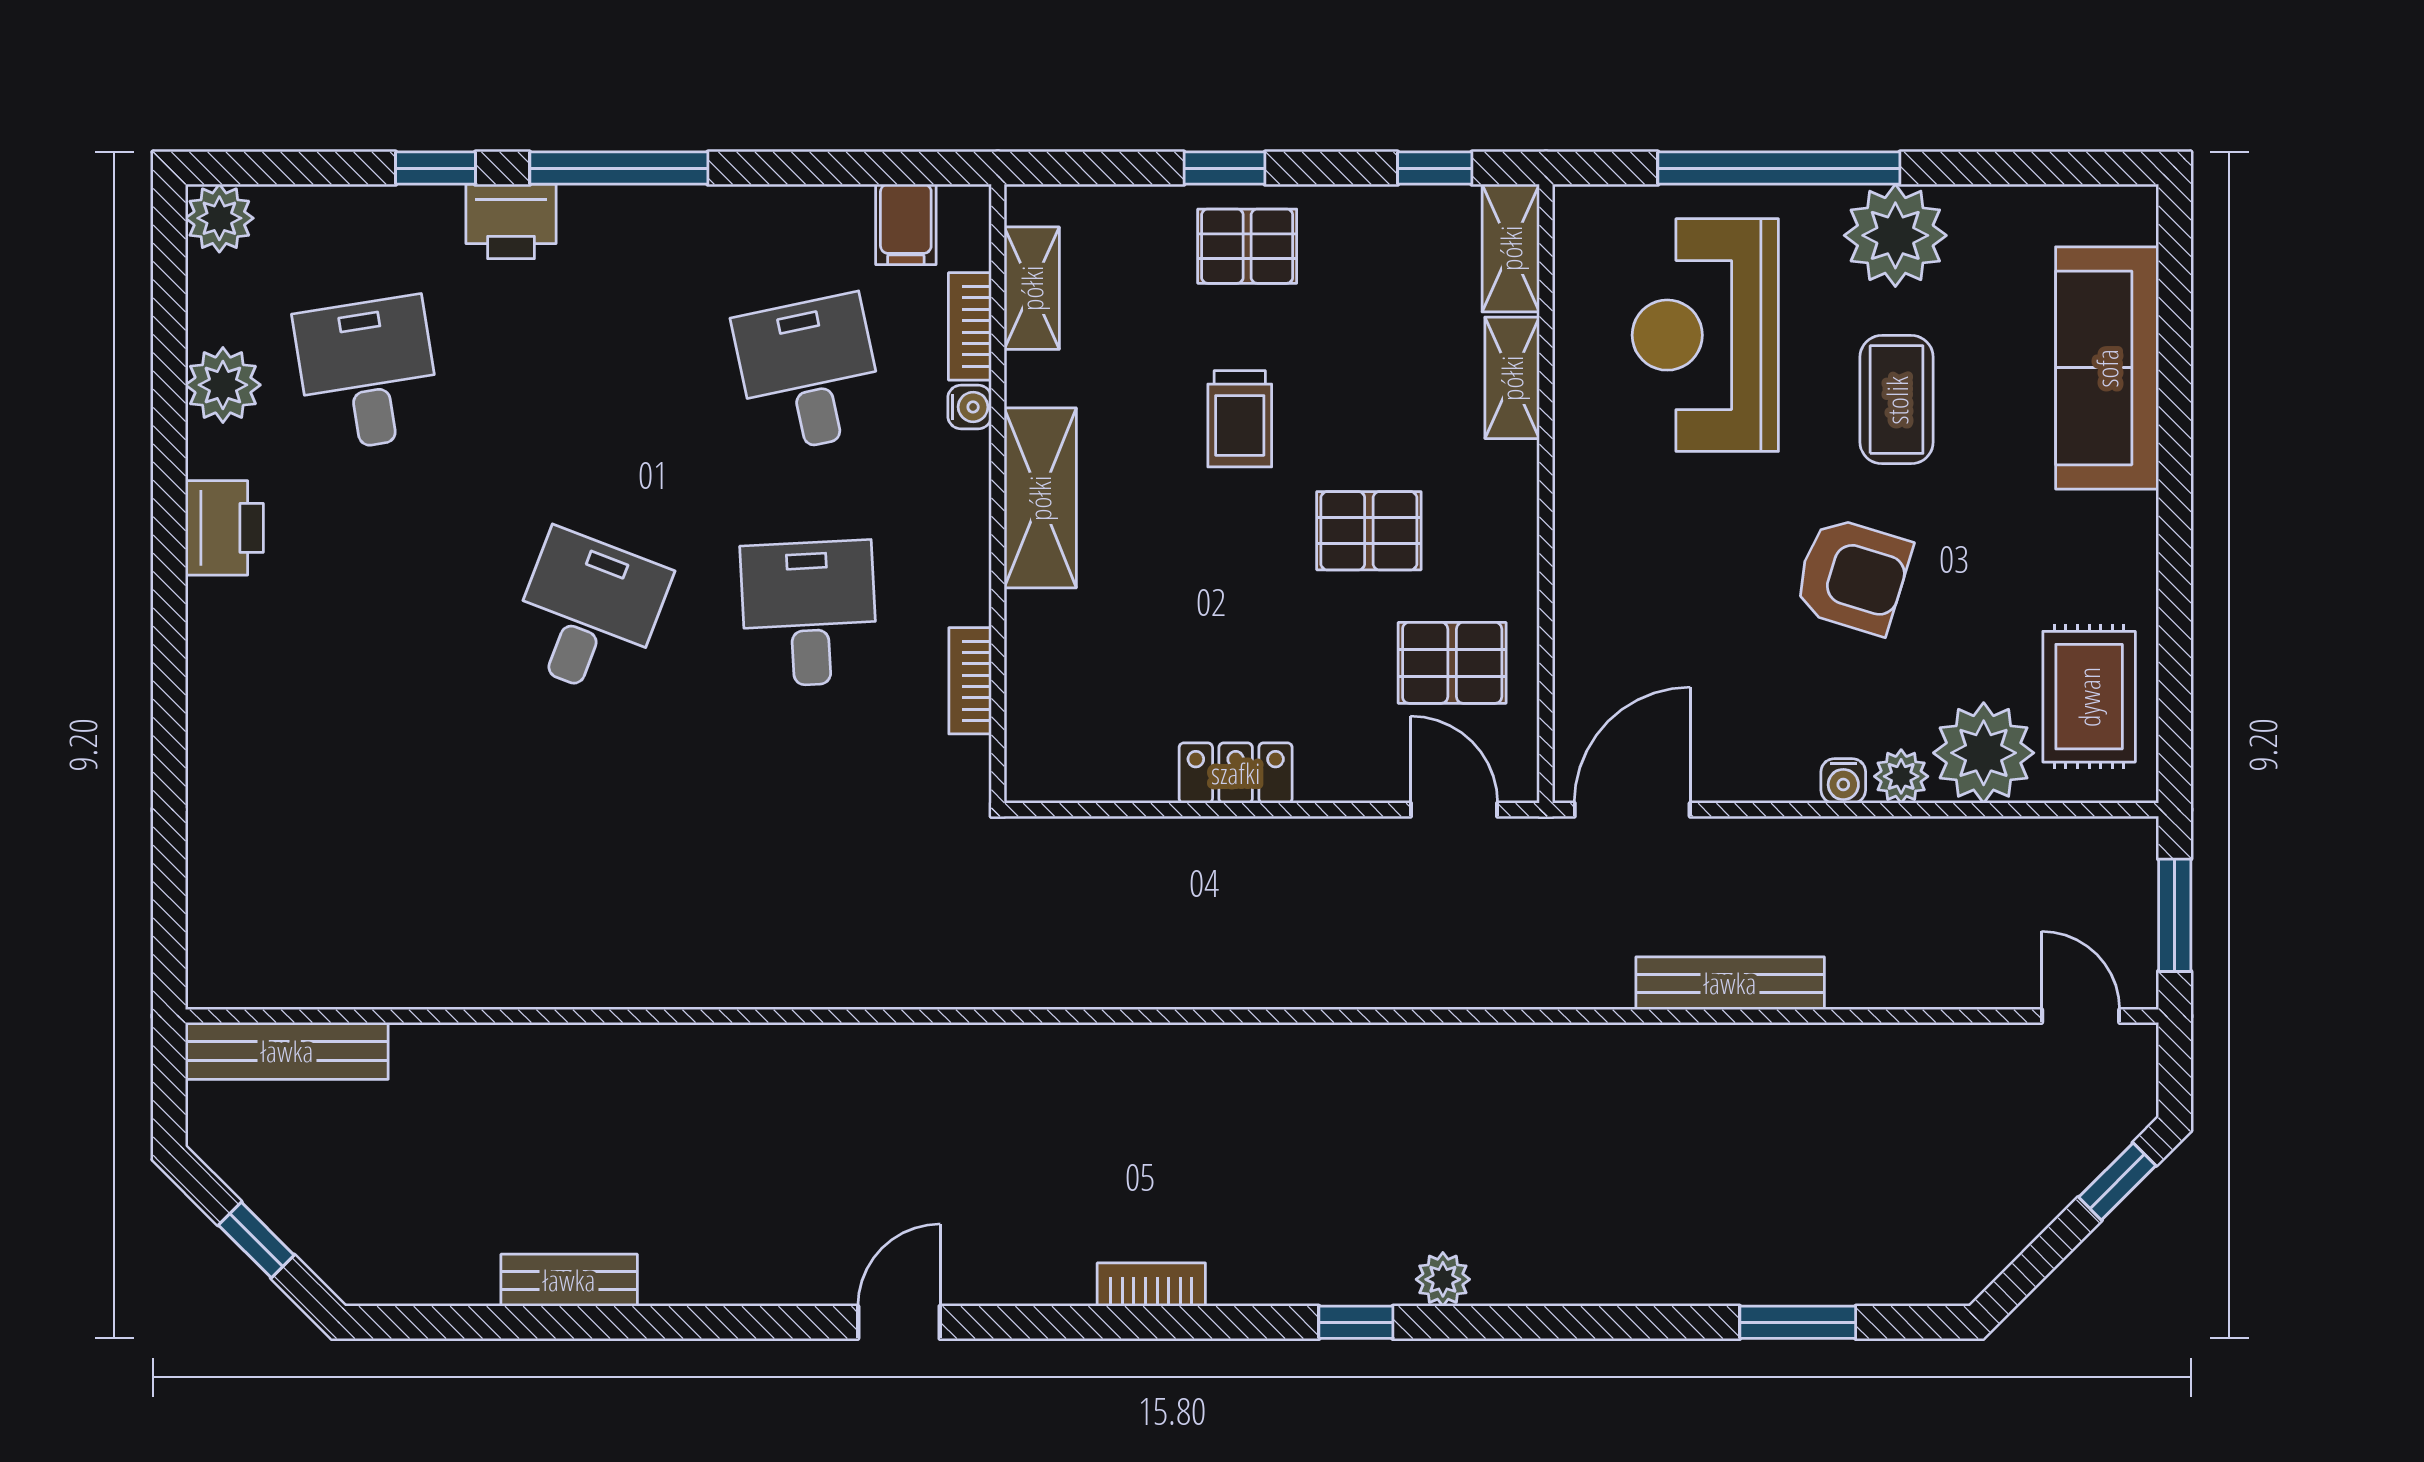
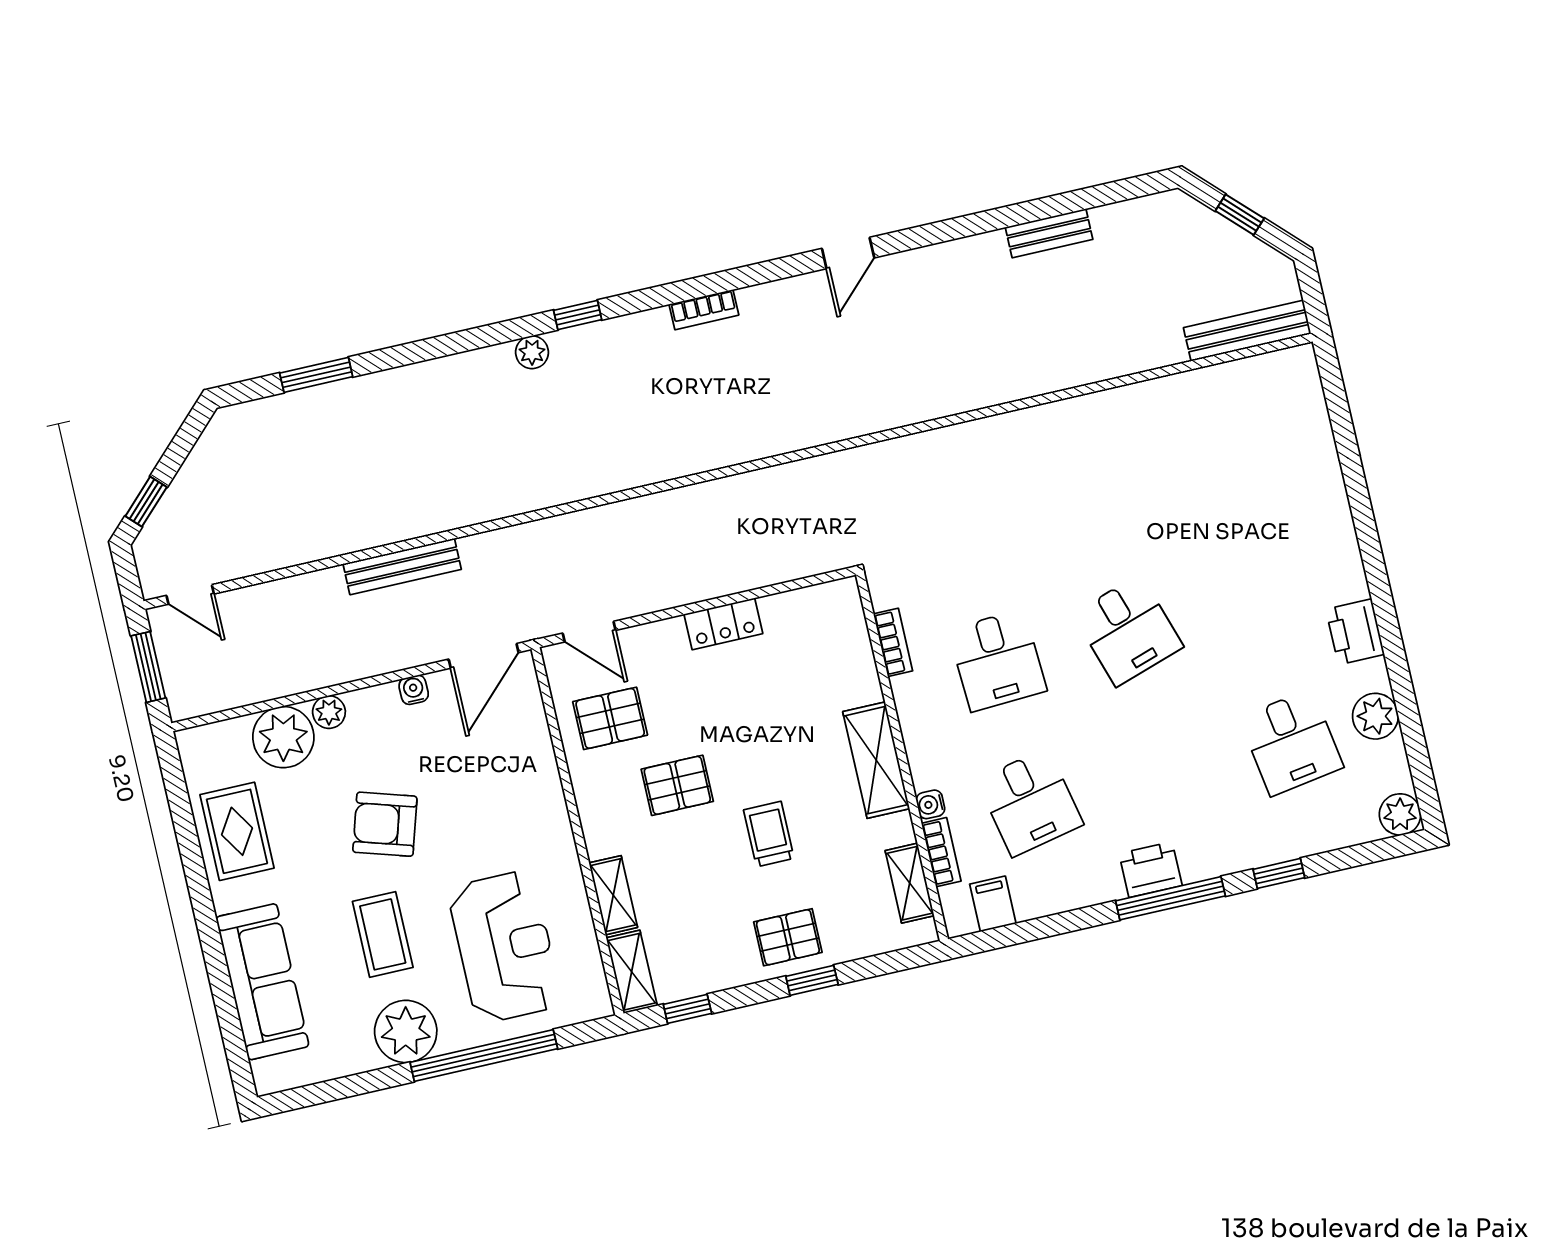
printer: (511, 221) -> (1151, 870), moved
desk: (588, 614) -> (1128, 630), turned -39
rug: (2089, 697) -> (237, 831), moved
water cooler: (1843, 781) -> (414, 690), moved

